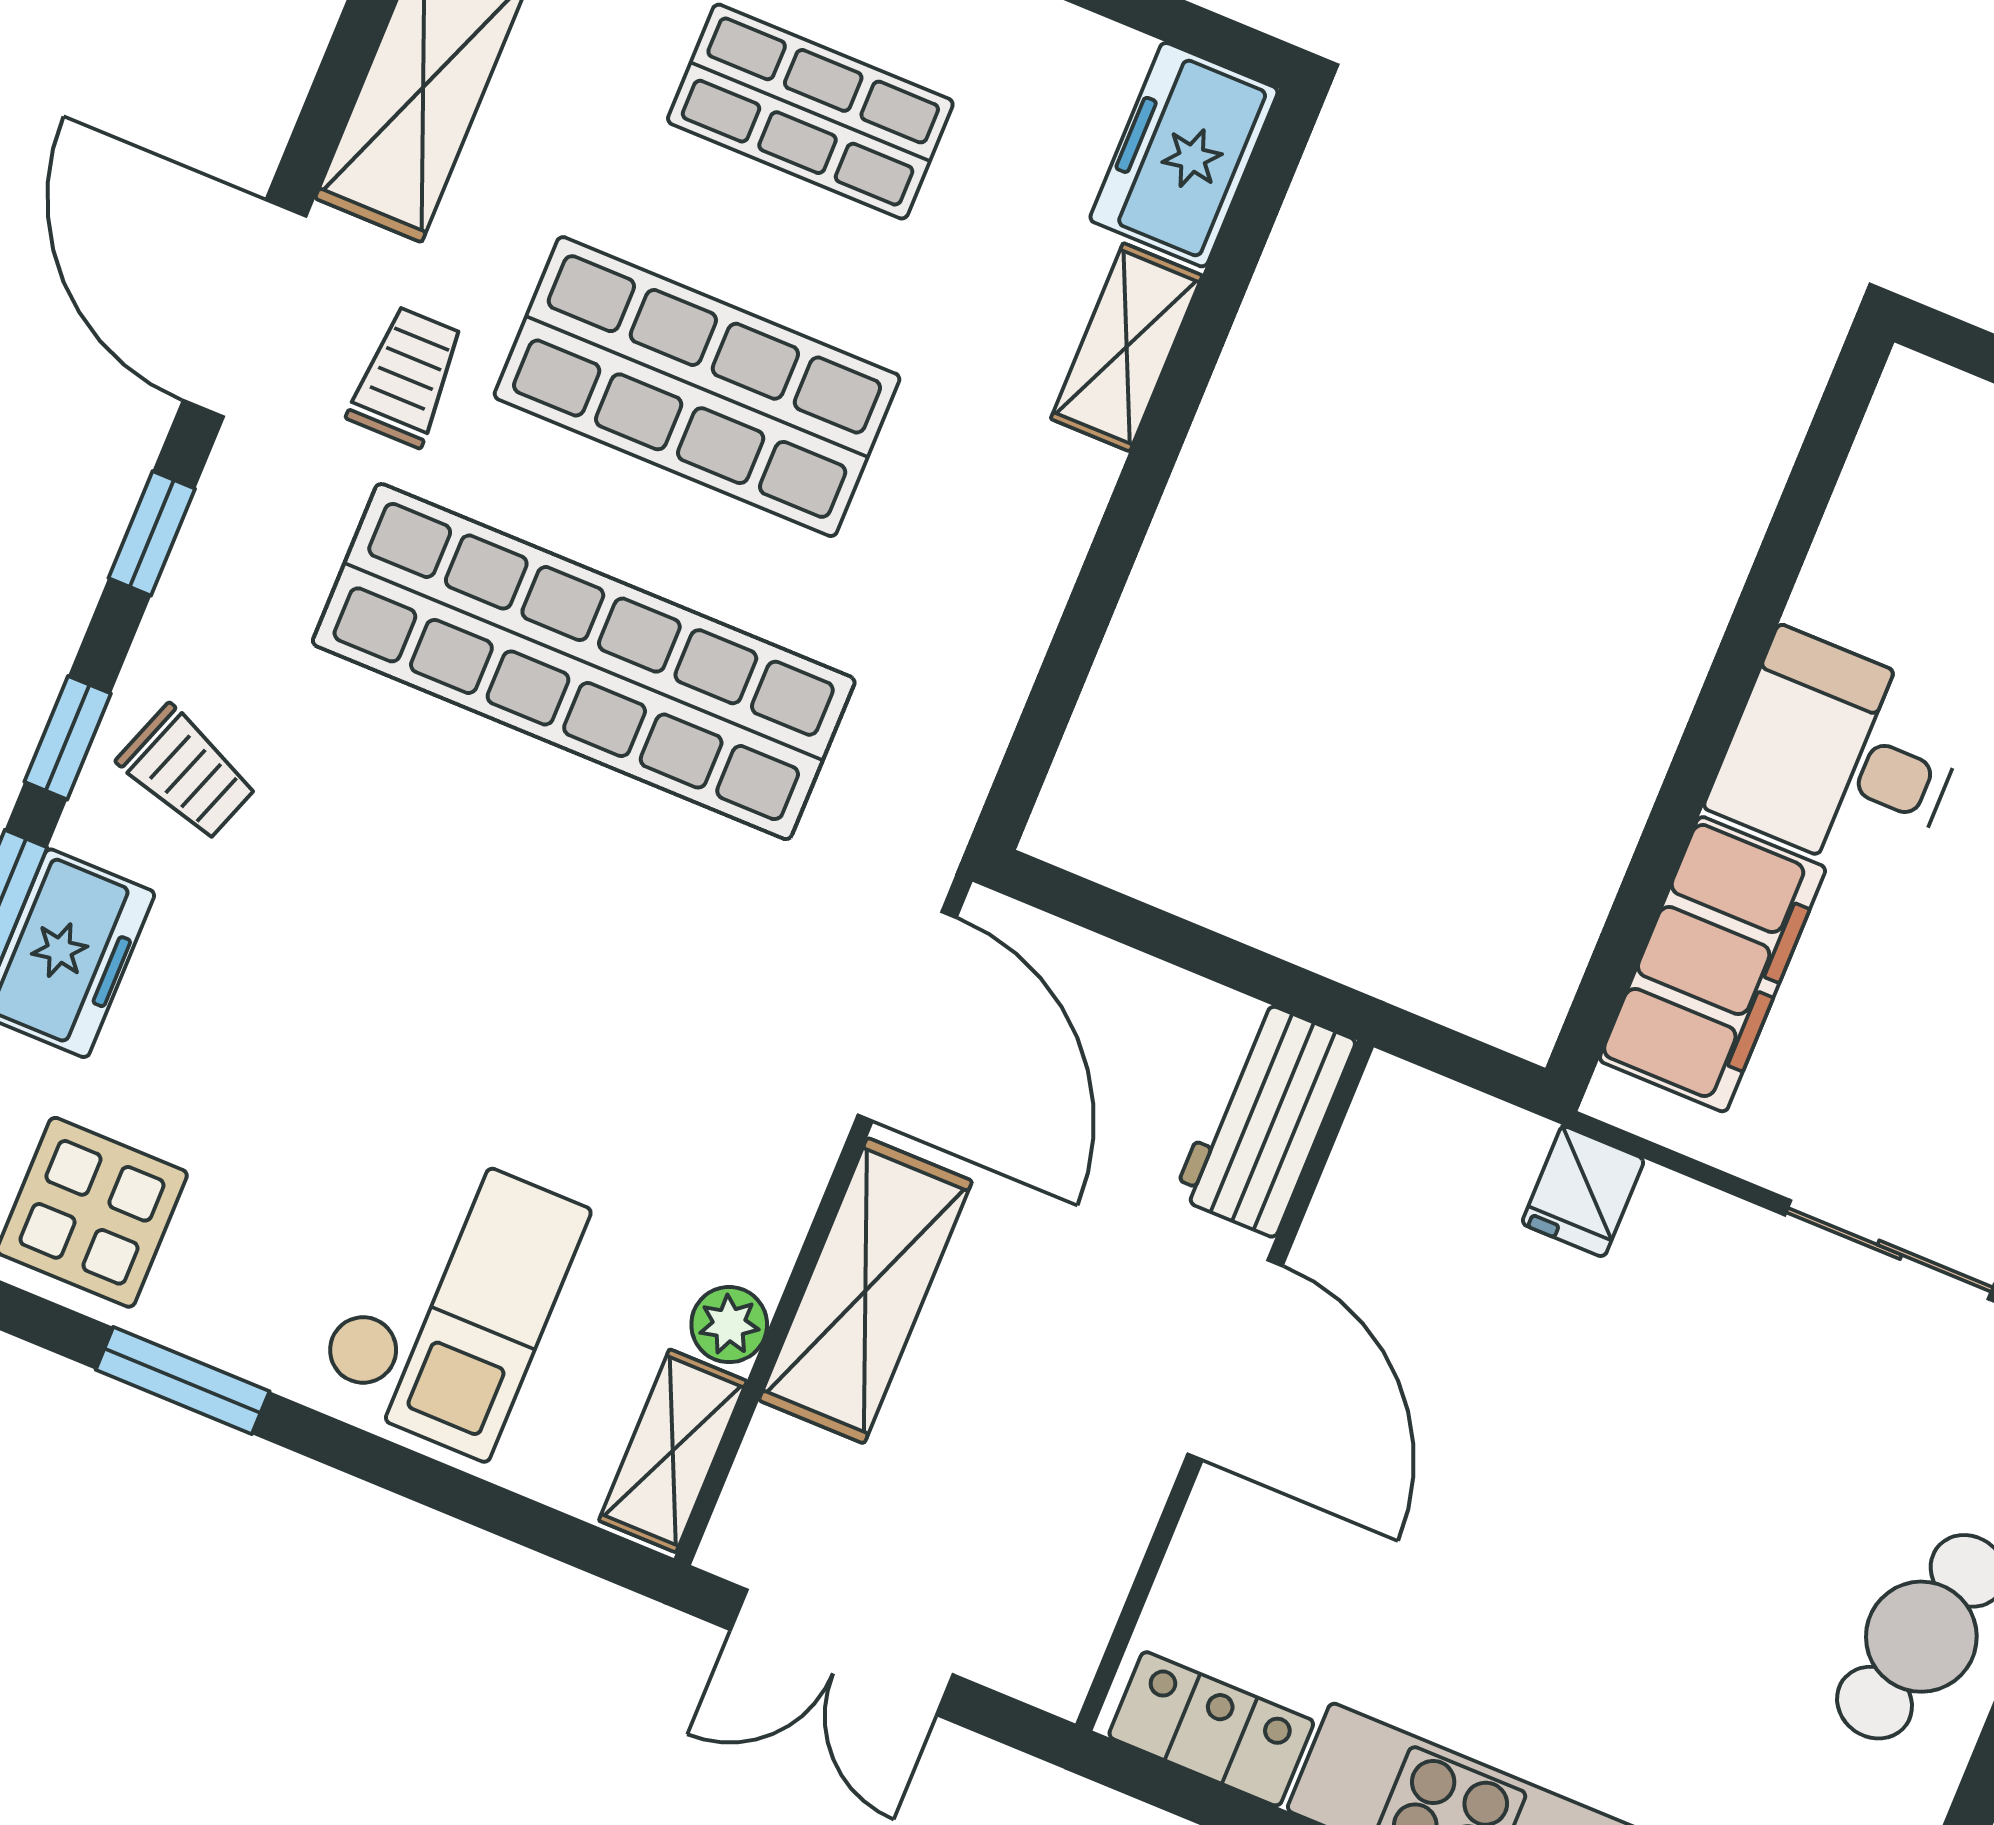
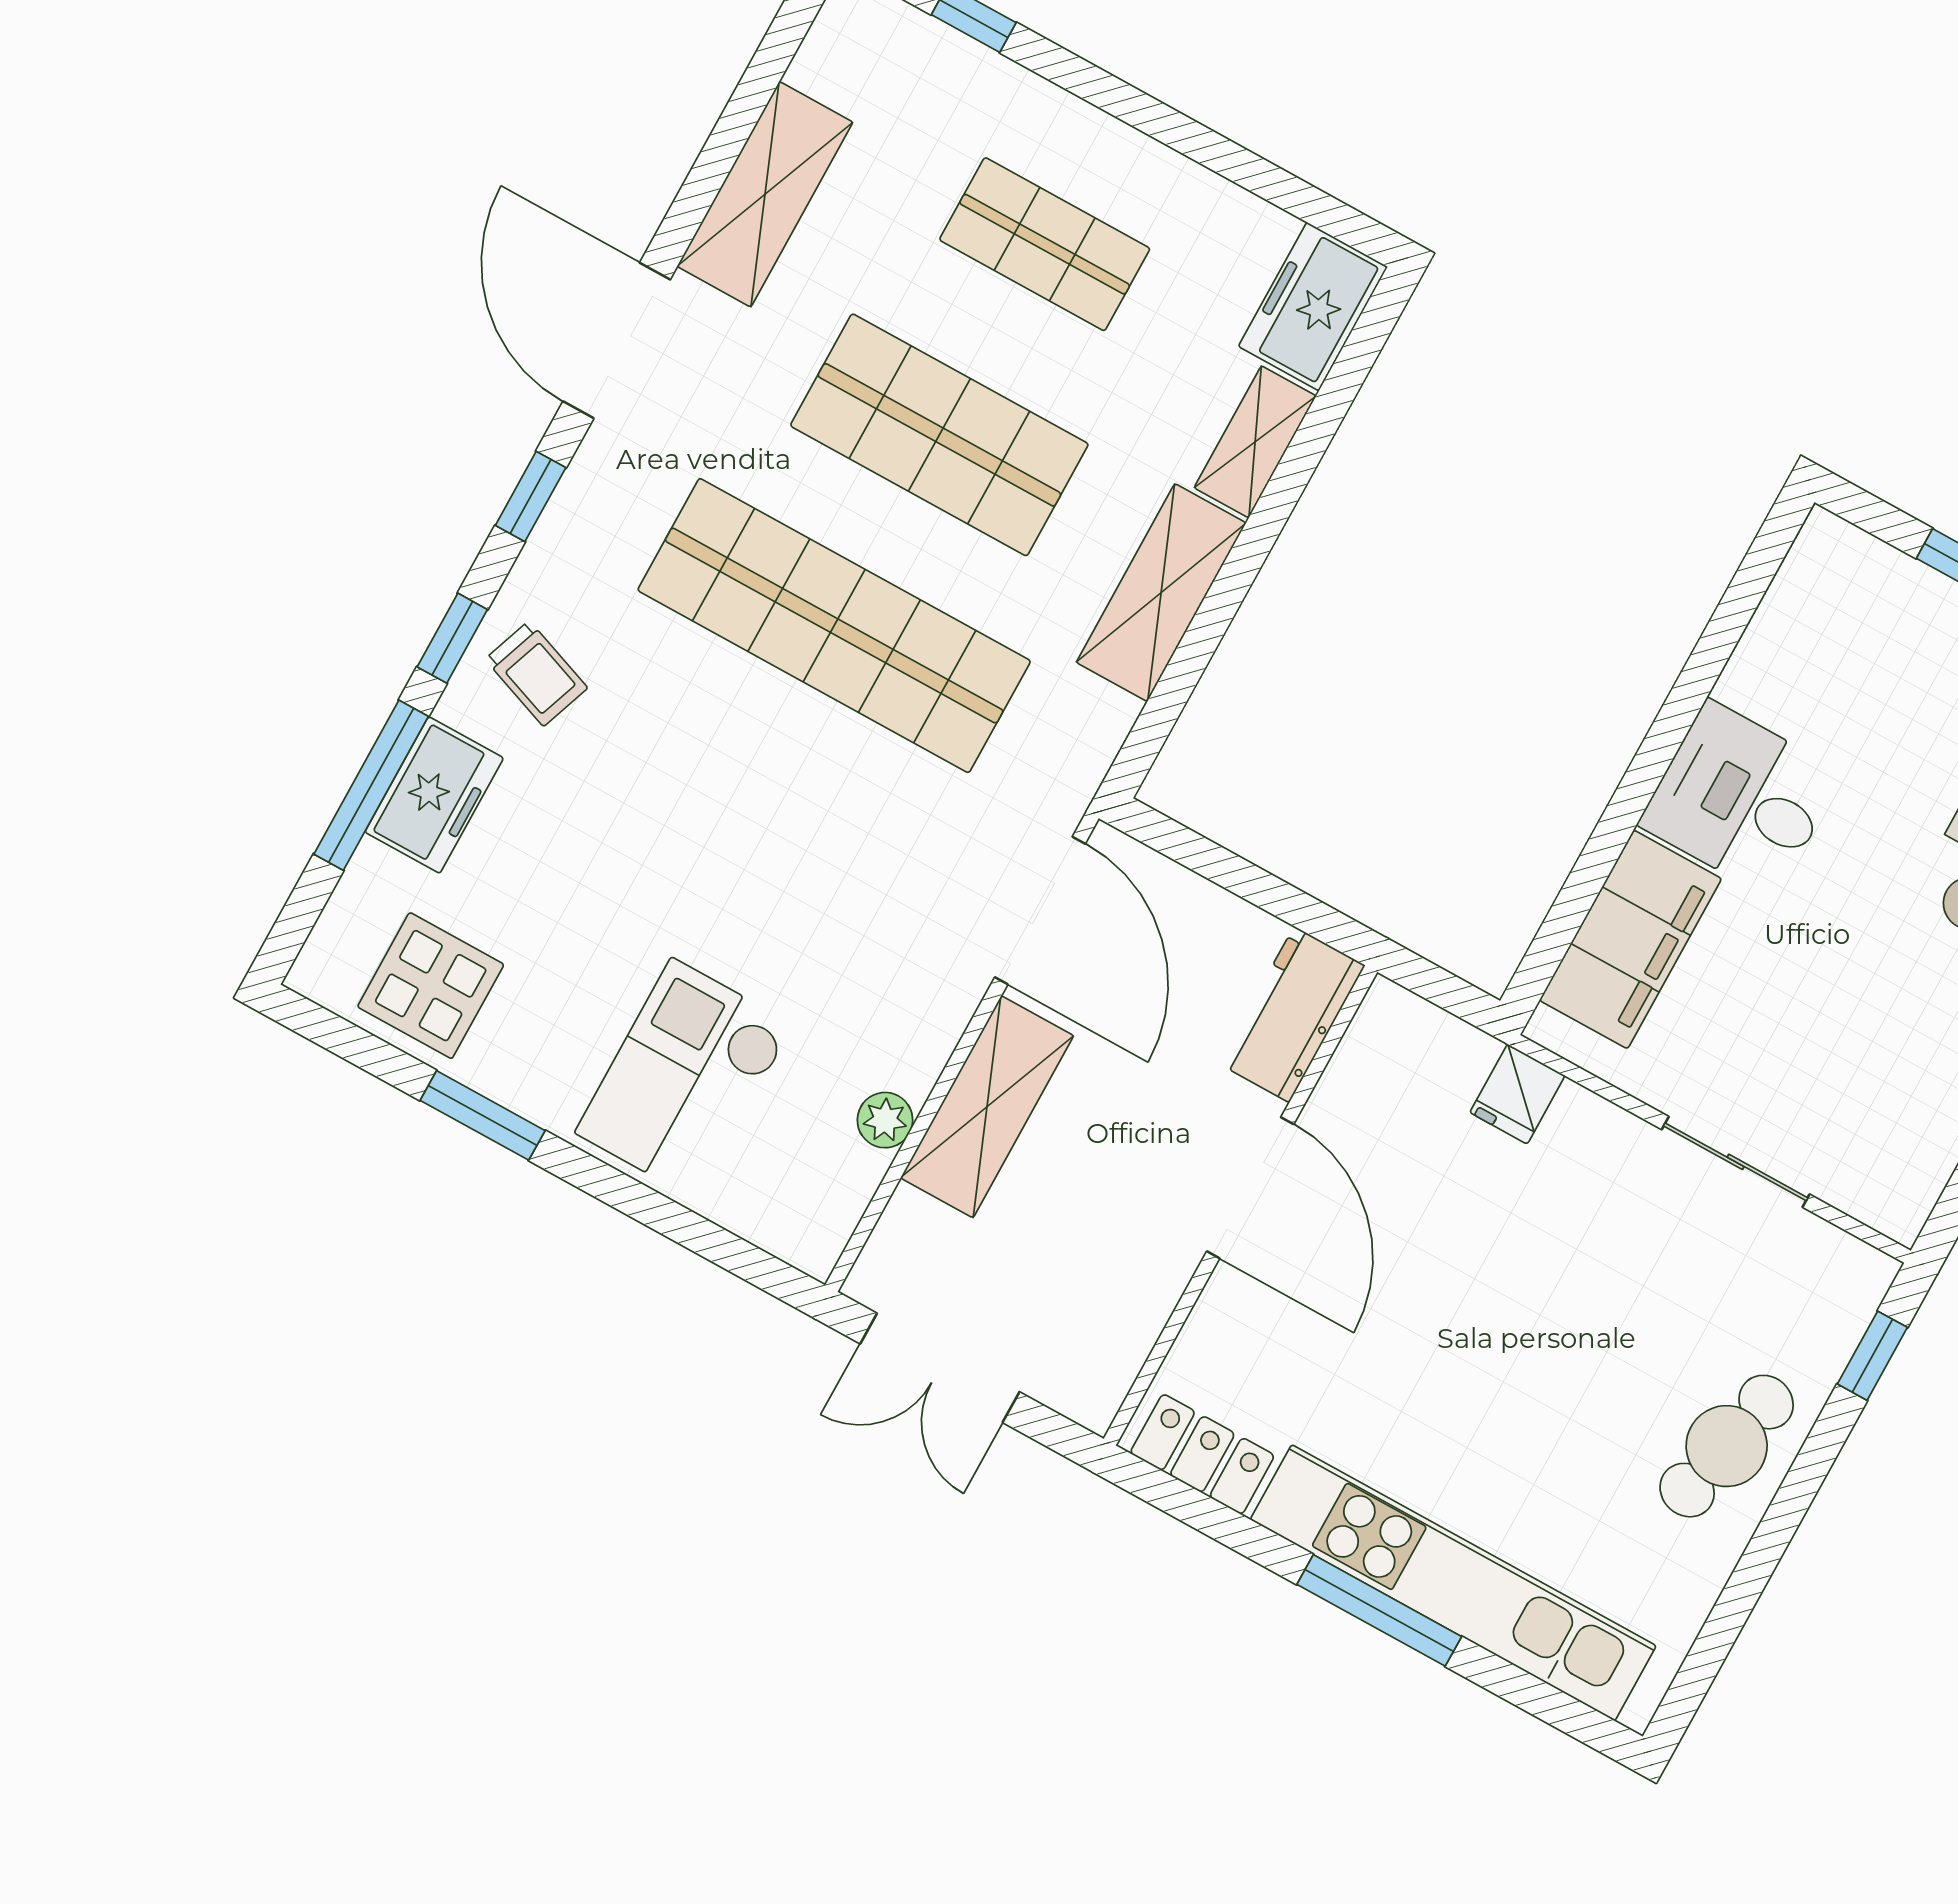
trolley: (406, 377) -> (729, 404), removed
checkout: (451, 1300) -> (684, 1079), turned 180
shelving: (673, 1451) -> (1161, 593), moved, width x1.50, depth x1.33

